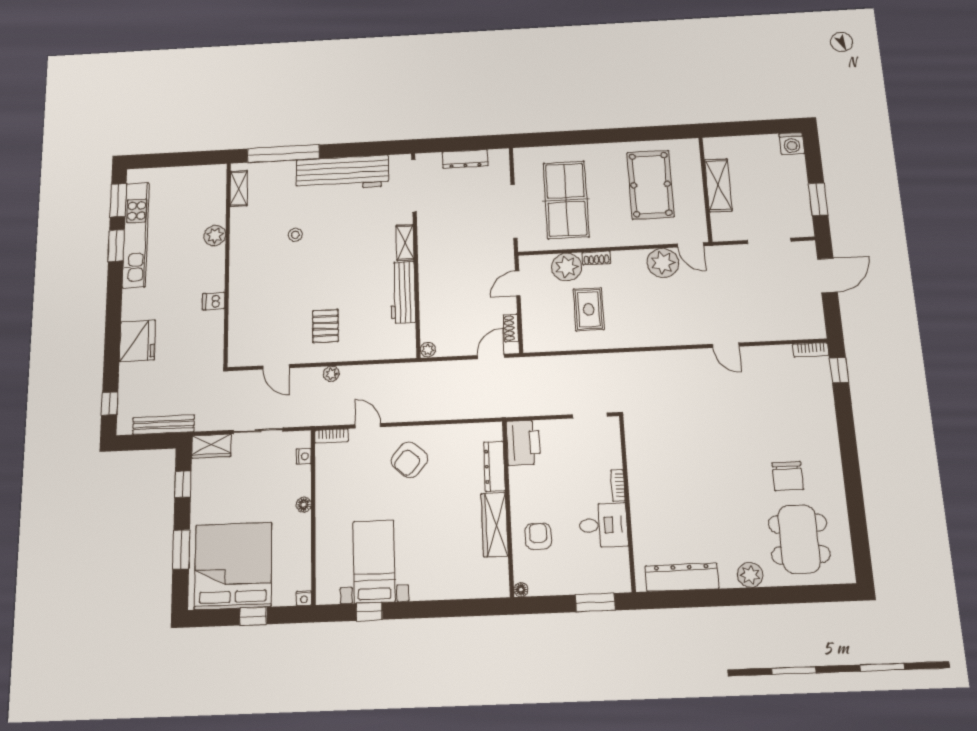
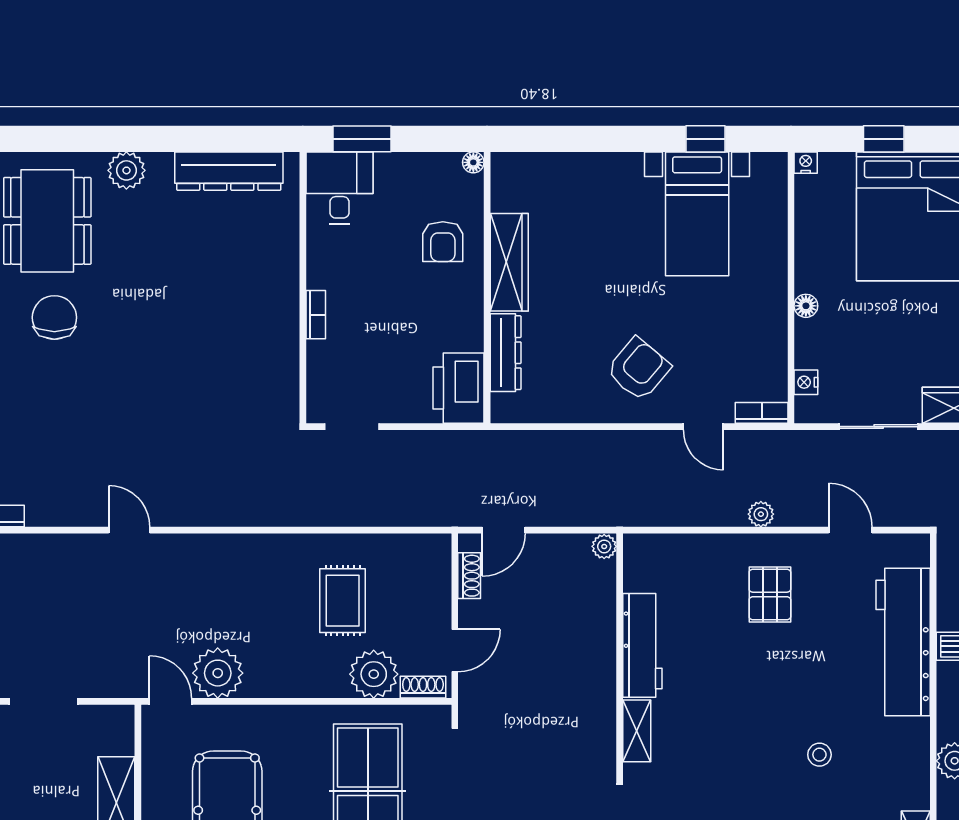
shoe rack: (596, 258) -> (423, 687), moved
workbench: (245, 302) -> (903, 642), added
desk: (603, 525) -> (339, 188), moved, turned 90

